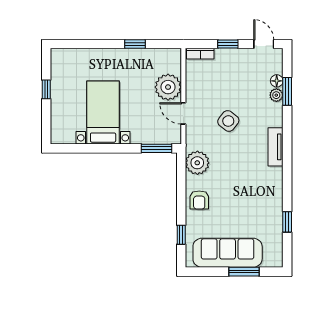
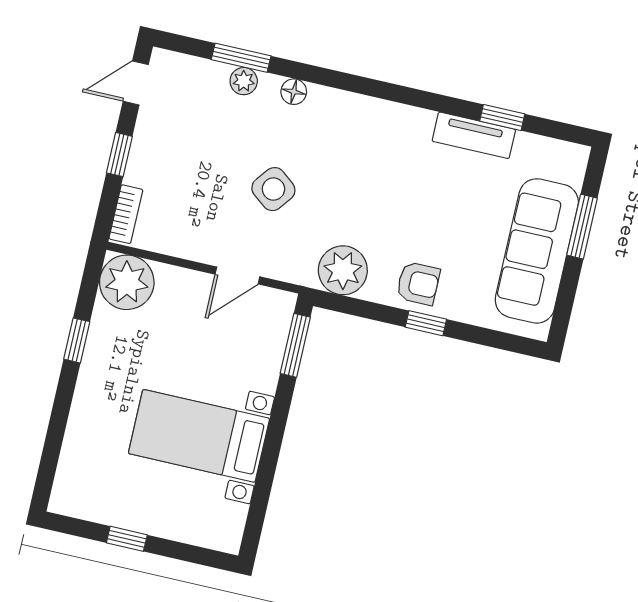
floor lamp: (277, 81) -> (294, 92), moved
plant: (168, 87) -> (127, 282), moved
tv unit: (276, 147) -> (474, 135), moved
window: (181, 235) -> (426, 323), moved

